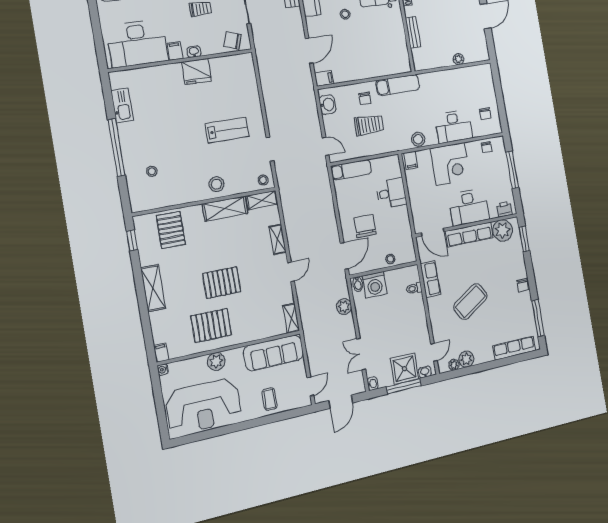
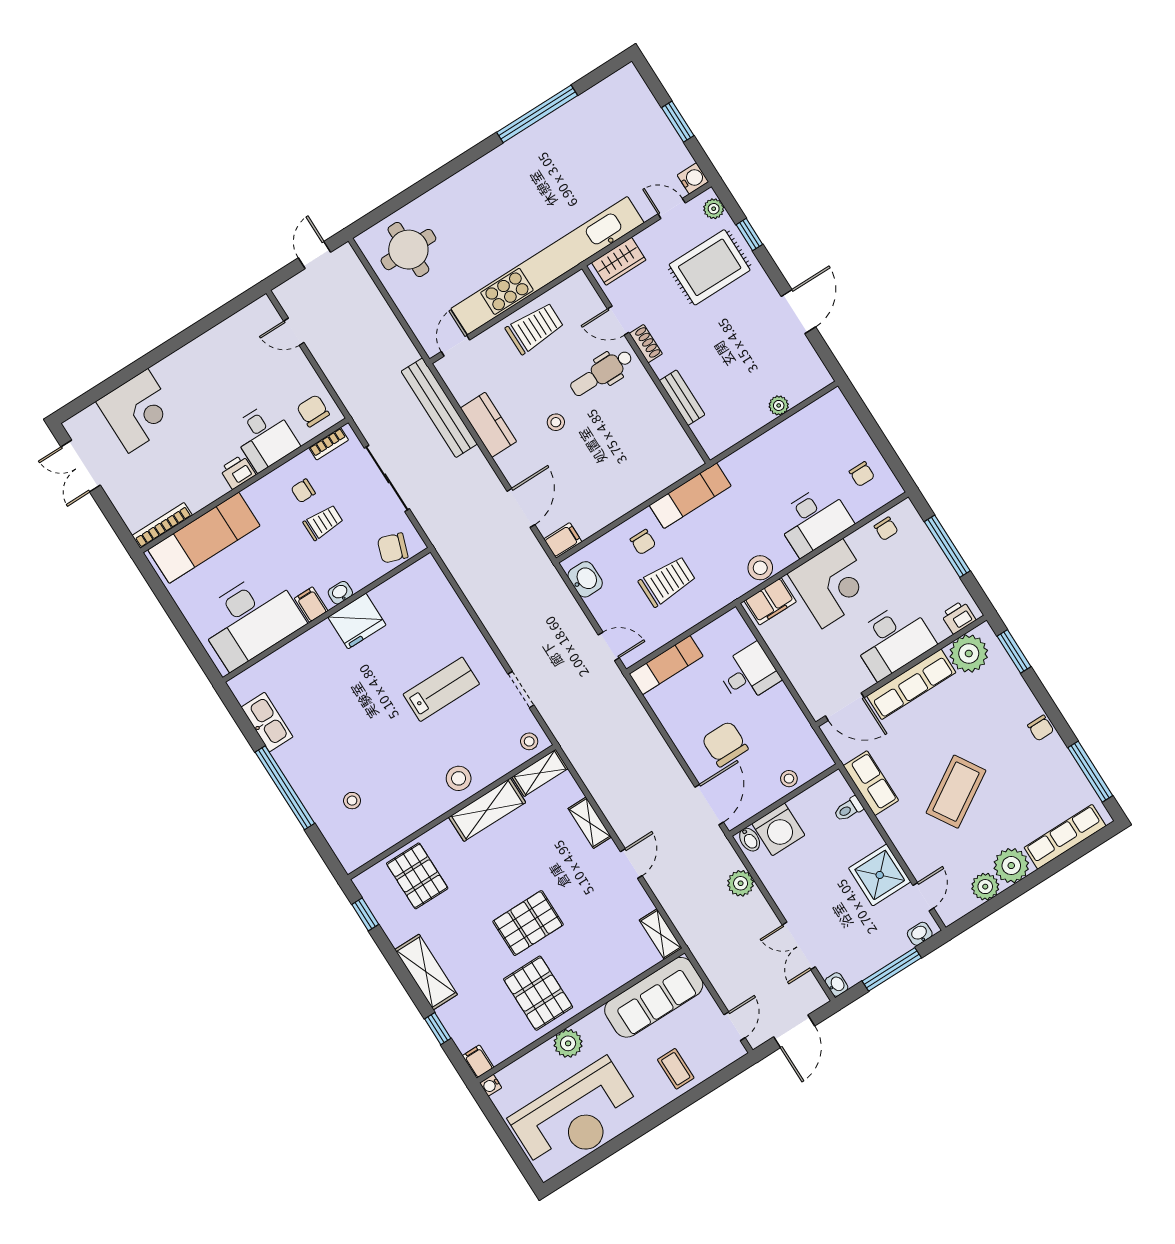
filing cabinet: (411, 160) -> (770, 601), width x2.00
window: (146, 324) -> (438, 1029), added
pallet: (211, 325) -> (538, 993), turned 90
plant: (454, 365) -> (1011, 866), moved, width x1.88, depth x1.88
shower: (404, 369) -> (880, 875), moved

